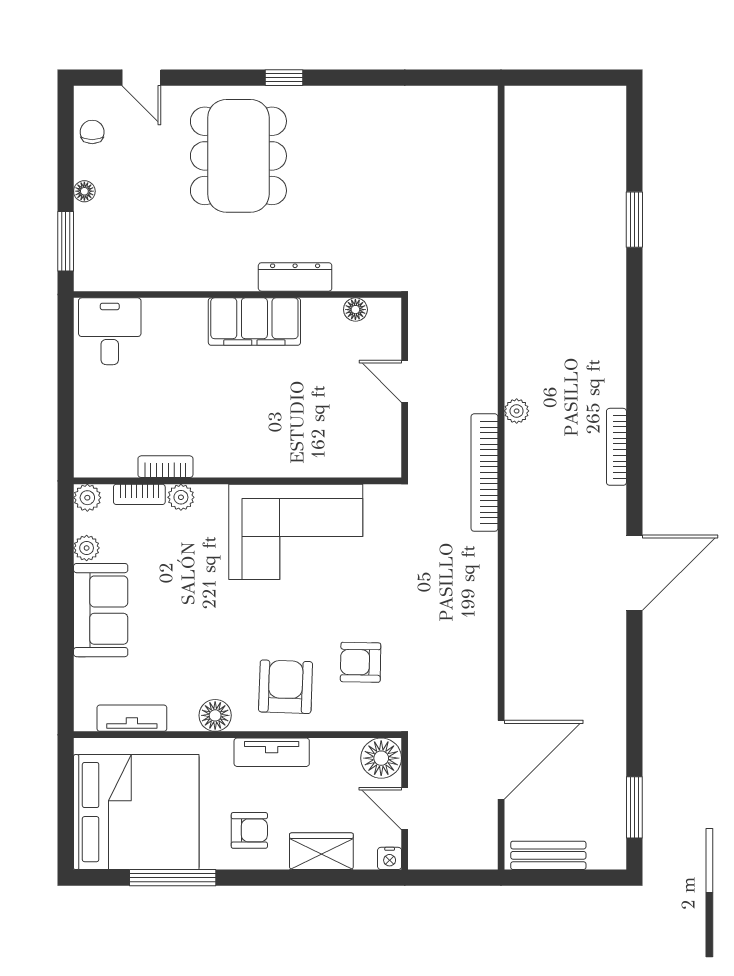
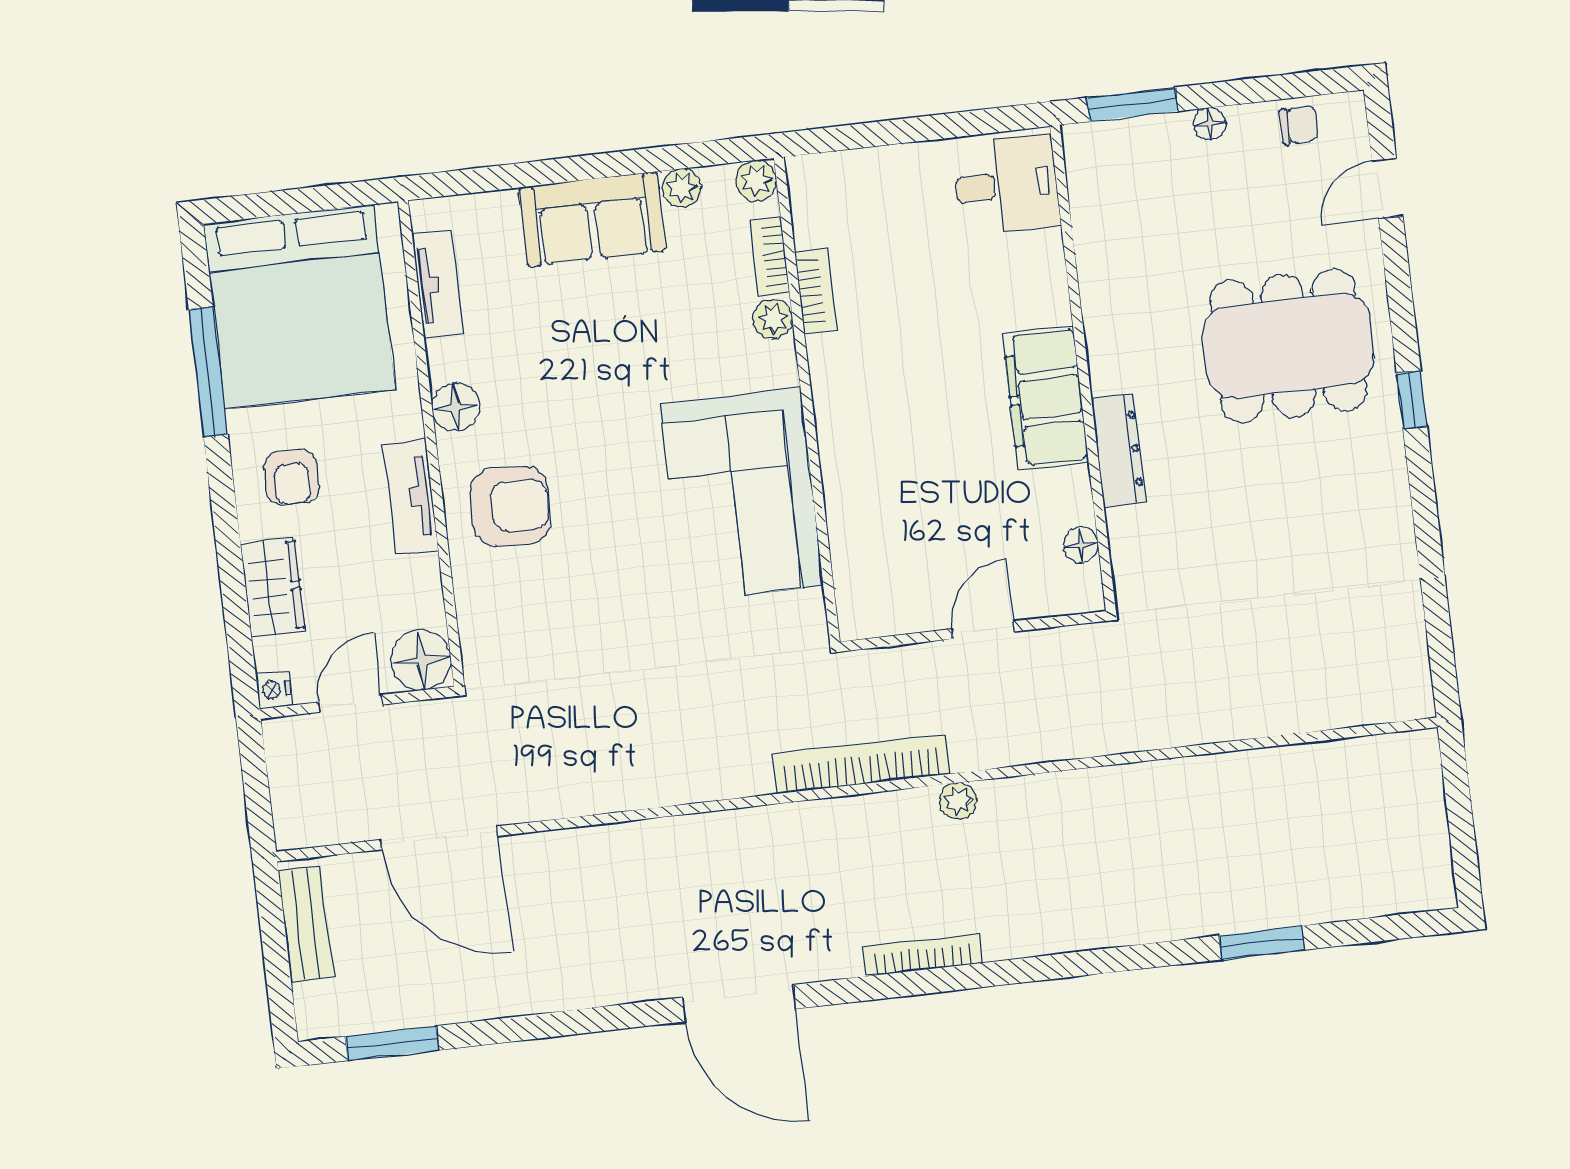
armchair: (361, 662) -> (559, 613), removed

